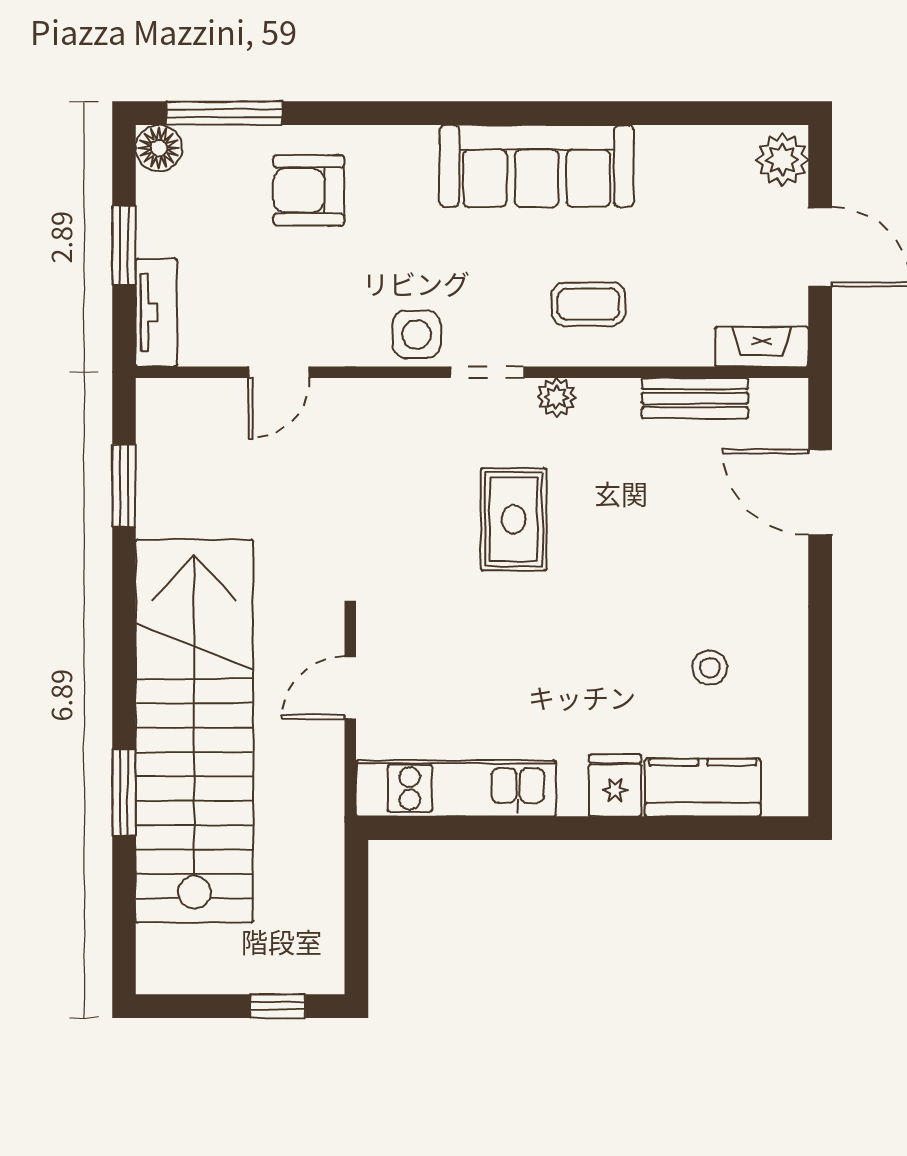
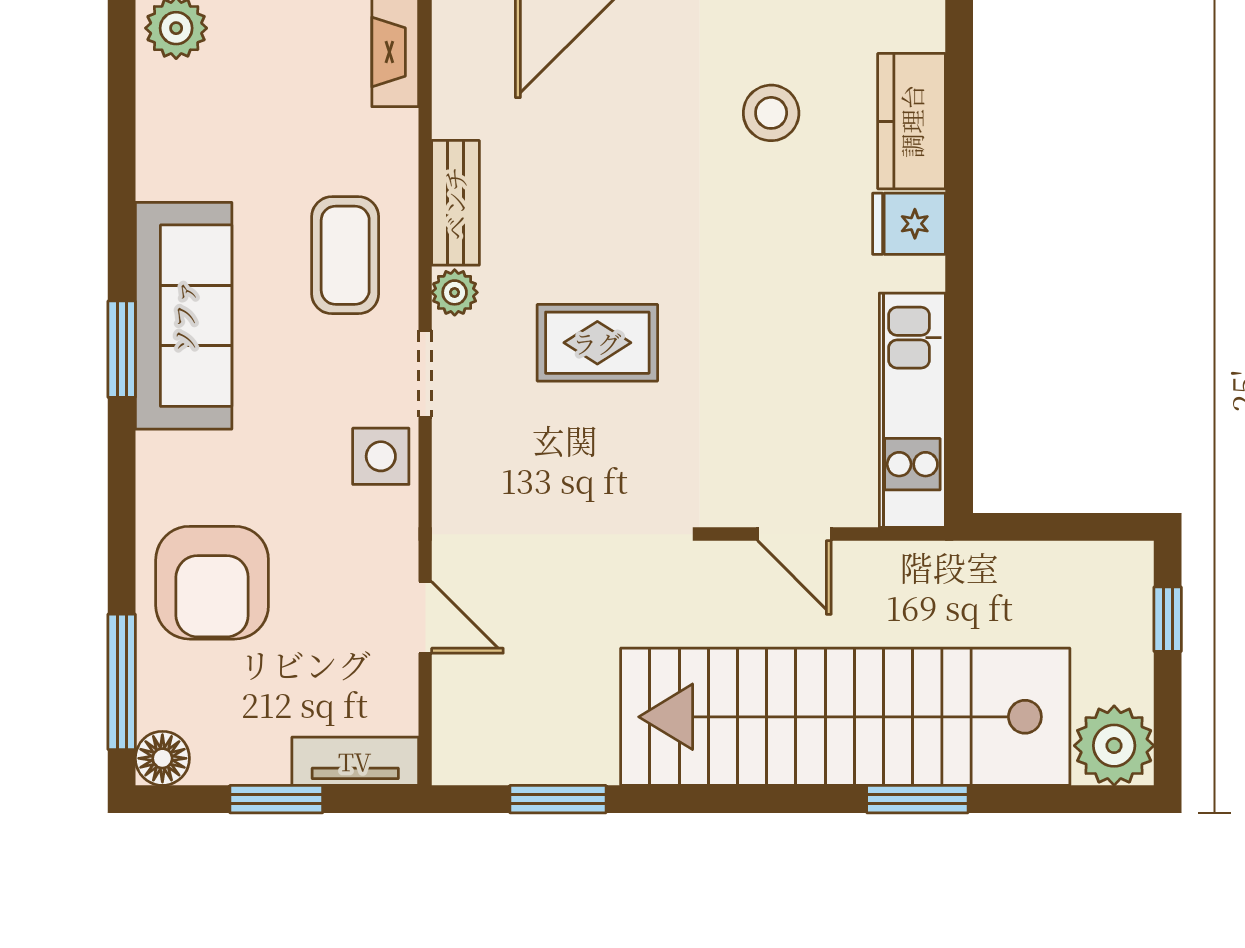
window: (508, 113) -> (122, 349), added
armchair: (309, 190) -> (212, 583), width x1.36, depth x1.36
coffee table: (588, 304) -> (345, 255), width x1.36, depth x1.30
bench: (695, 398) -> (455, 203), moved
stool: (710, 668) -> (771, 113), width x1.37, depth x1.37
plant: (170, 960) -> (1114, 746), added

